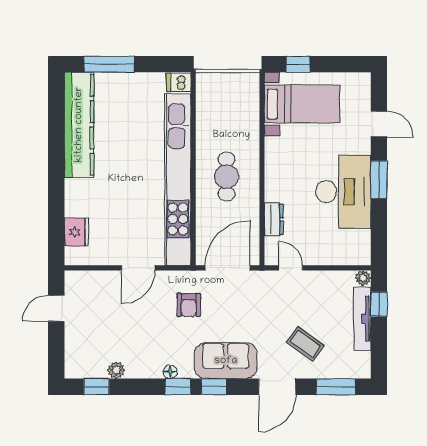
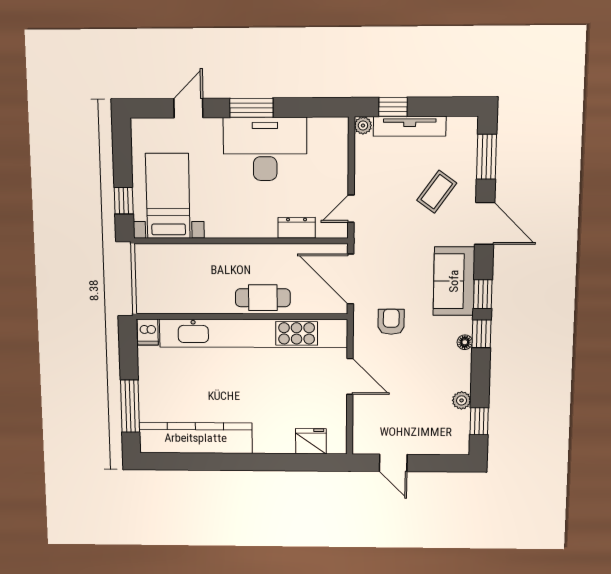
cafe table: (227, 176) -> (263, 298), moved
armchair: (189, 305) -> (391, 322), turned -90

